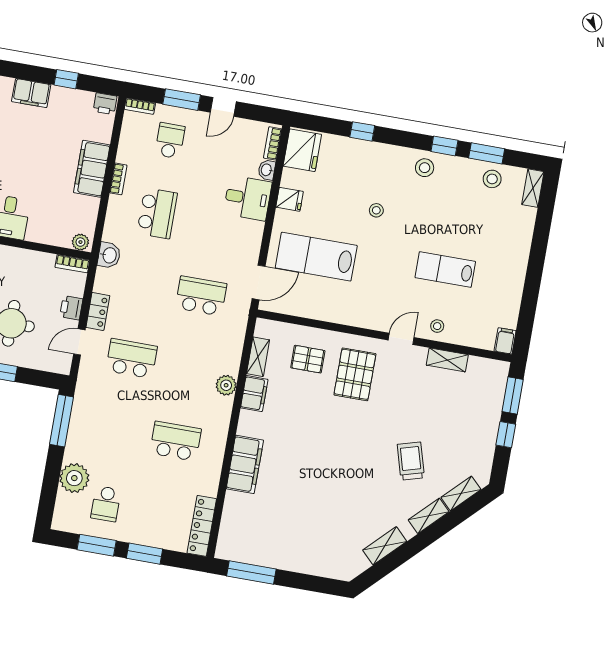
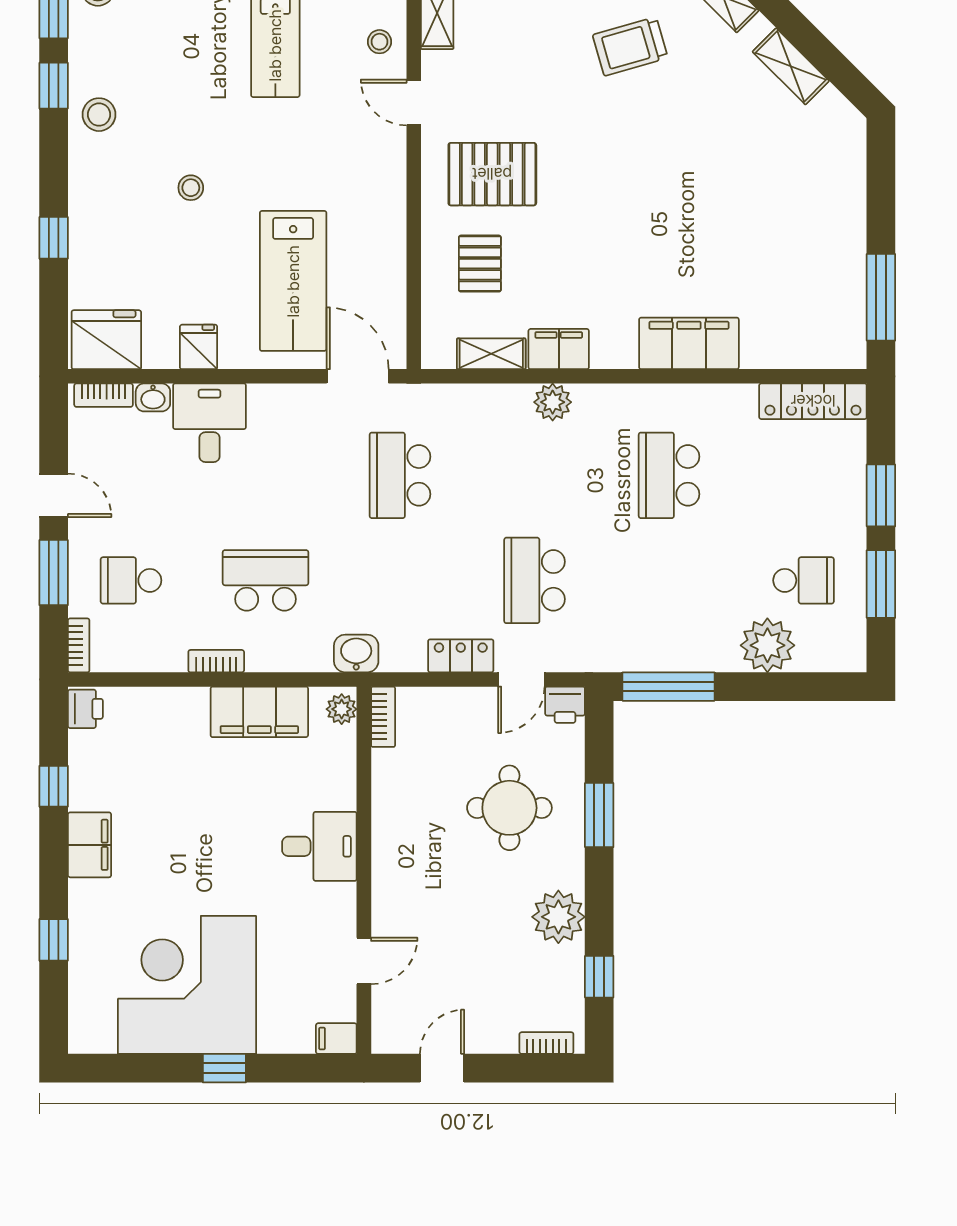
filing cabinet: (92, 169) -> (259, 712), moved
printer: (71, 308) -> (565, 705), moved
door: (79, 342) -> (521, 679), hinge flipped

